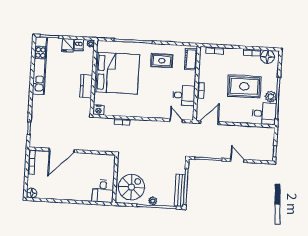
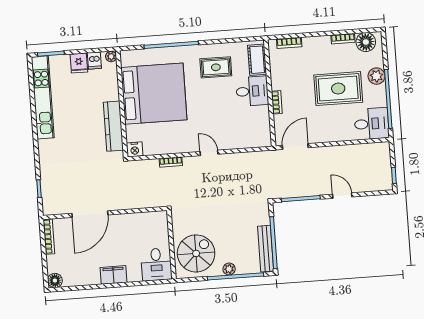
kitchen counter: (86, 86) -> (113, 126), width x1.50
desk: (184, 95) -> (252, 91), moved
plant: (271, 97) -> (376, 76), moved
door: (176, 121) -> (209, 153), moved
filing cabinet: (72, 194) -> (113, 275), added

